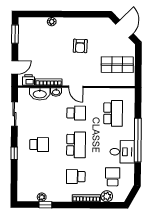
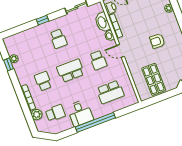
door: (76, 87) -> (121, 51), hinge flipped
school desk: (76, 145) -> (71, 71), turned 180

